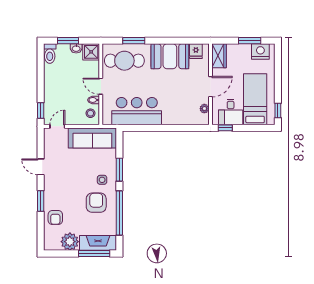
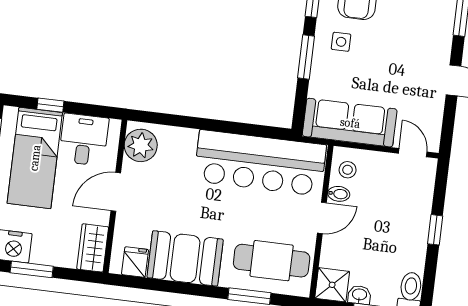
door: (101, 86) -> (322, 218), hinge flipped
plant: (204, 109) -> (141, 145), width x1.88, depth x1.88
window: (41, 110) -> (435, 230), moved
bar counter: (137, 111) -> (260, 163), width x1.36
door: (57, 126) -> (413, 153), swing flipped
window: (225, 128) -> (50, 105), moved

